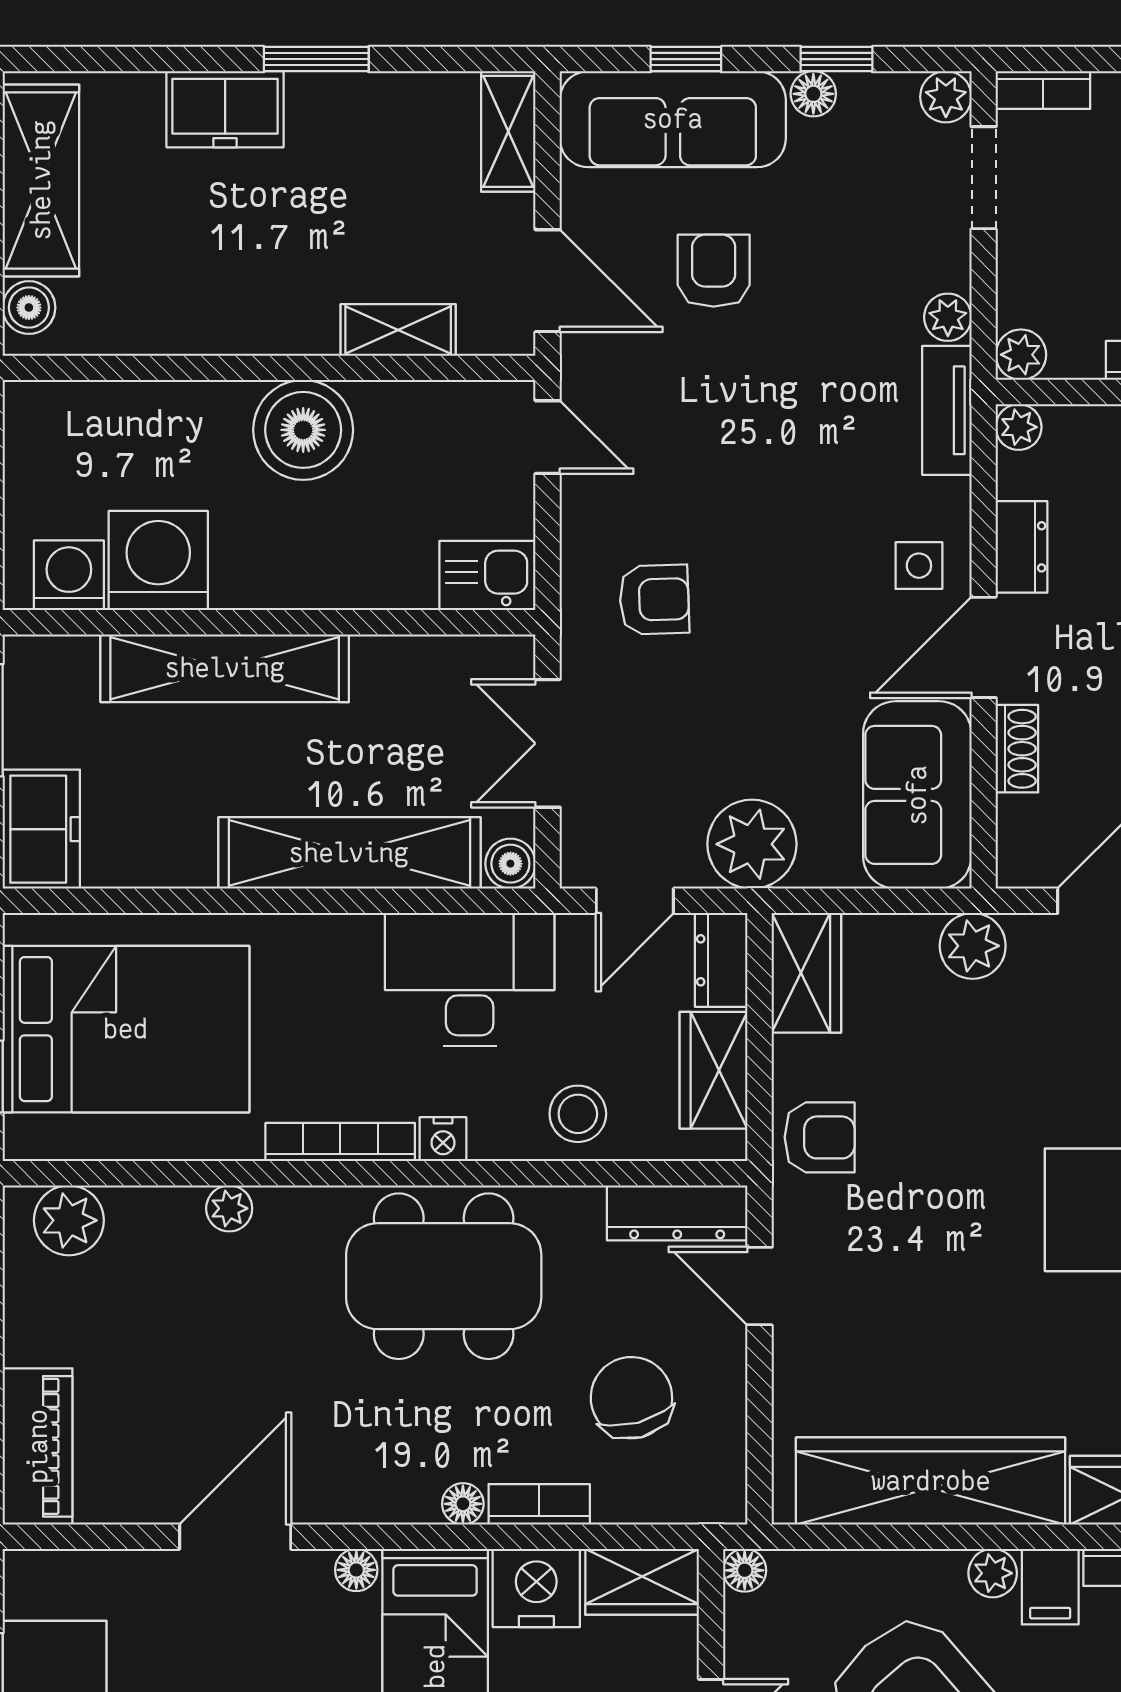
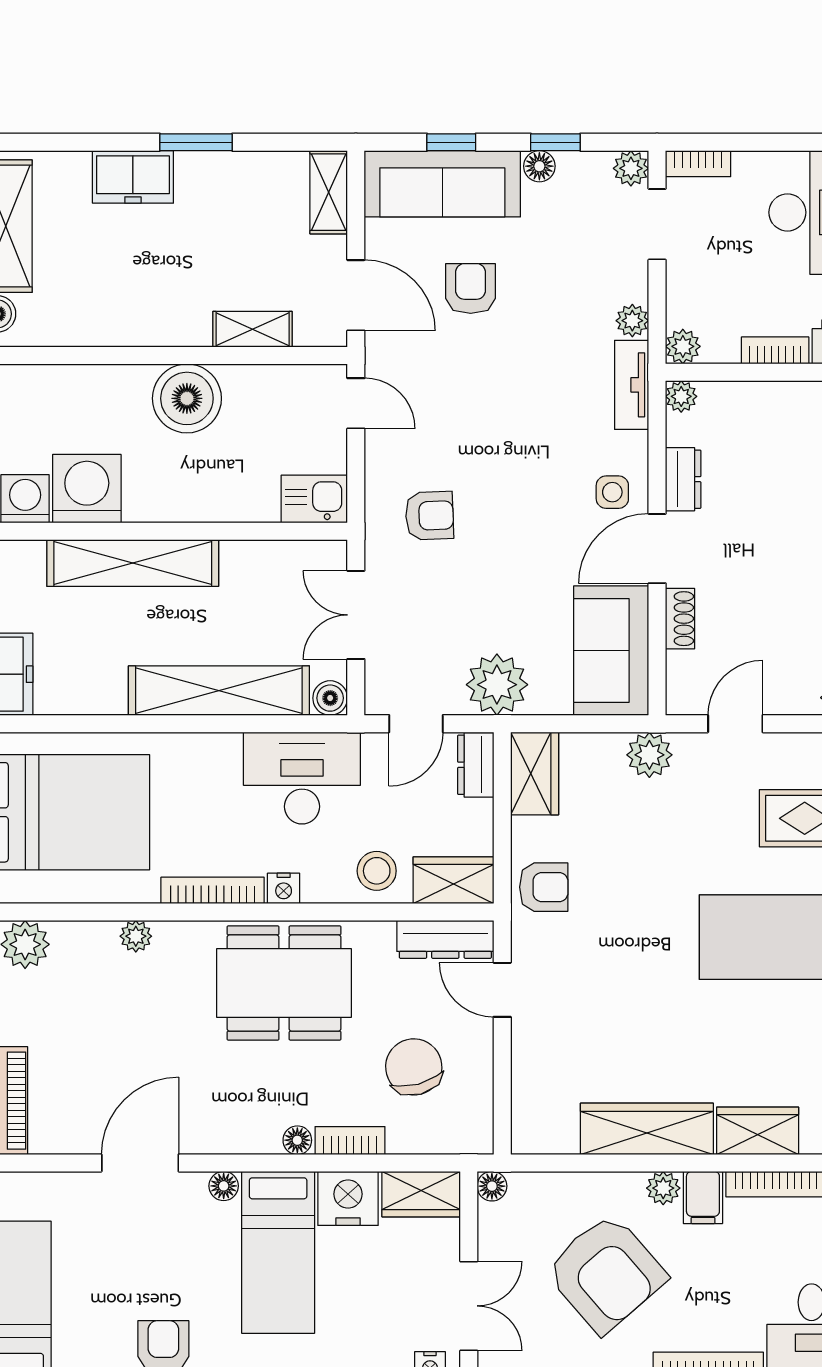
wardrobe: (714, 1070) -> (454, 880), moved, turned 90
wardrobe: (931, 1481) -> (647, 1129), width x0.71, depth x0.85

